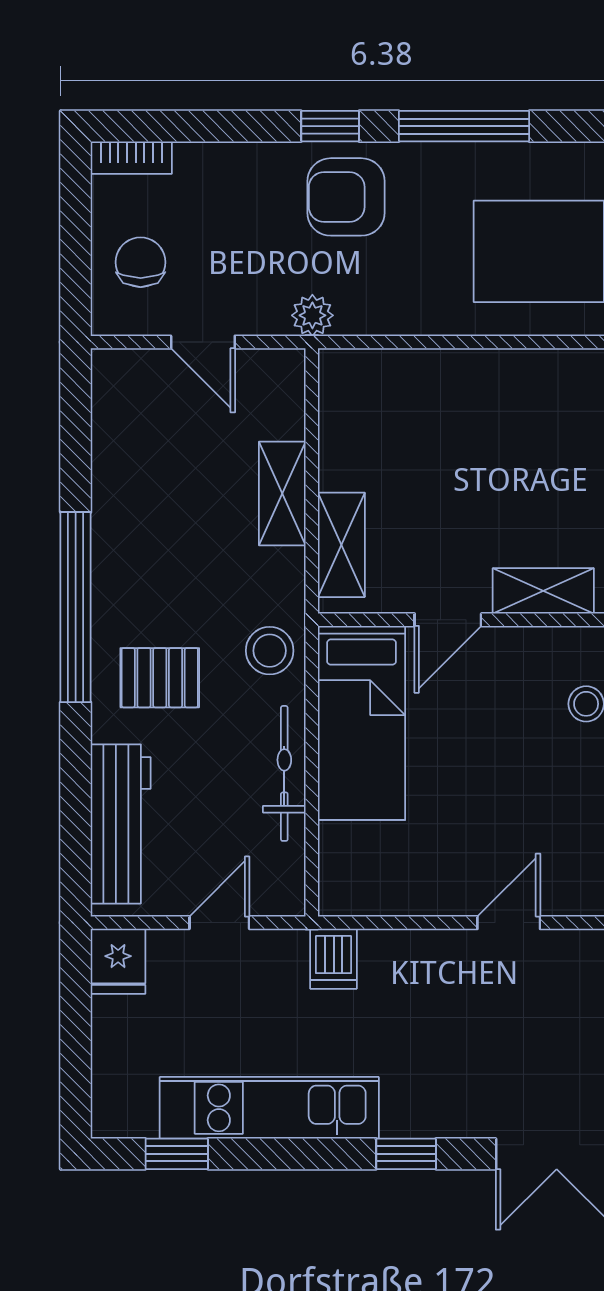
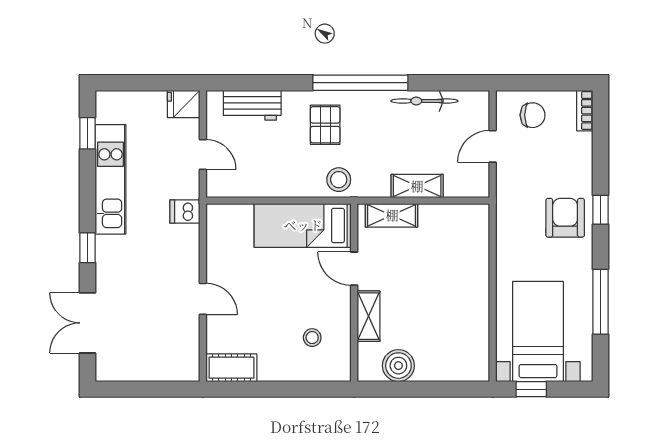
window: (464, 126) -> (600, 302), moved
plant: (312, 315) -> (506, 201), removed
bicycle: (284, 773) -> (424, 101), moved, turned 180
workbench: (121, 824) -> (252, 105), width x0.73

